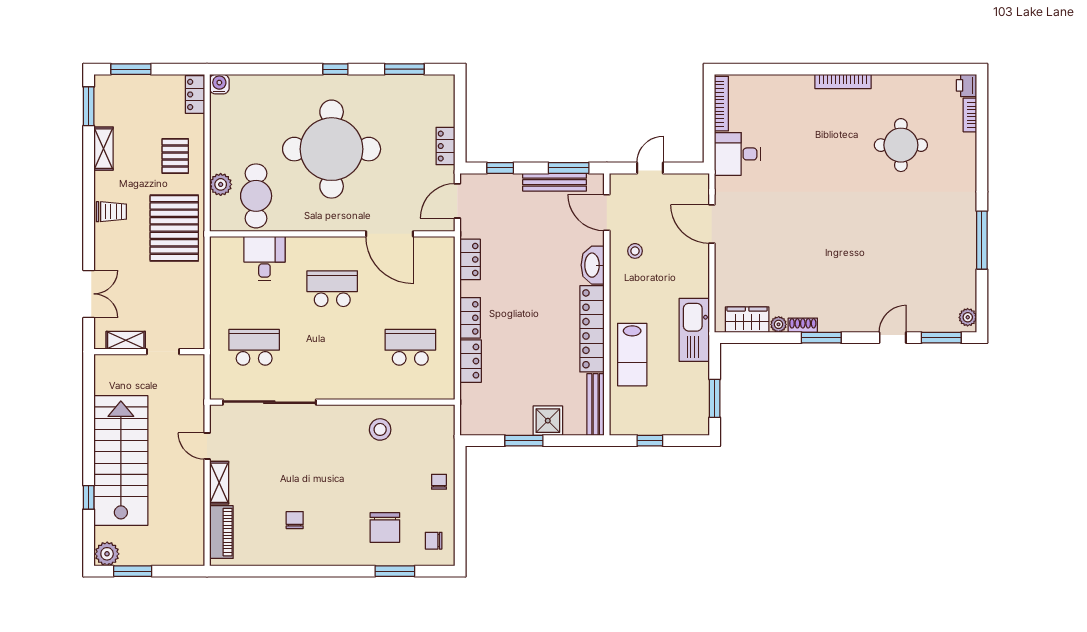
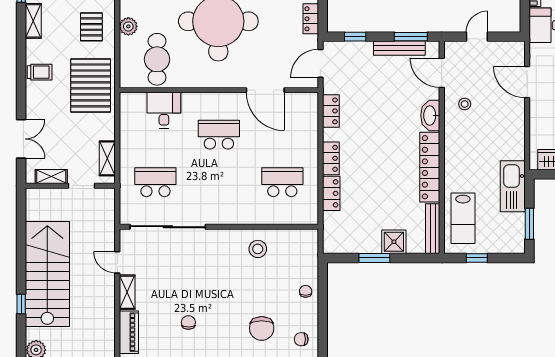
plant: (221, 184) -> (128, 26), moved
shelving: (195, 318) -> (107, 158), added
kitchen sink: (694, 330) -> (513, 186), moved
lab bench: (632, 355) -> (463, 218), moved

